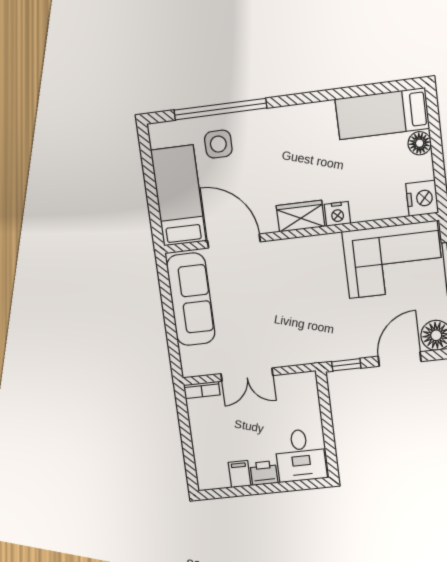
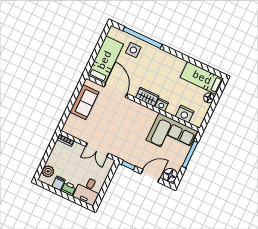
nightstand: (422, 198) -> (185, 114), moved, turned 90
sofa: (191, 299) -> (84, 102), width x0.73
double door: (247, 375) -> (97, 150), moved
plant: (207, 464) -> (48, 171), added

